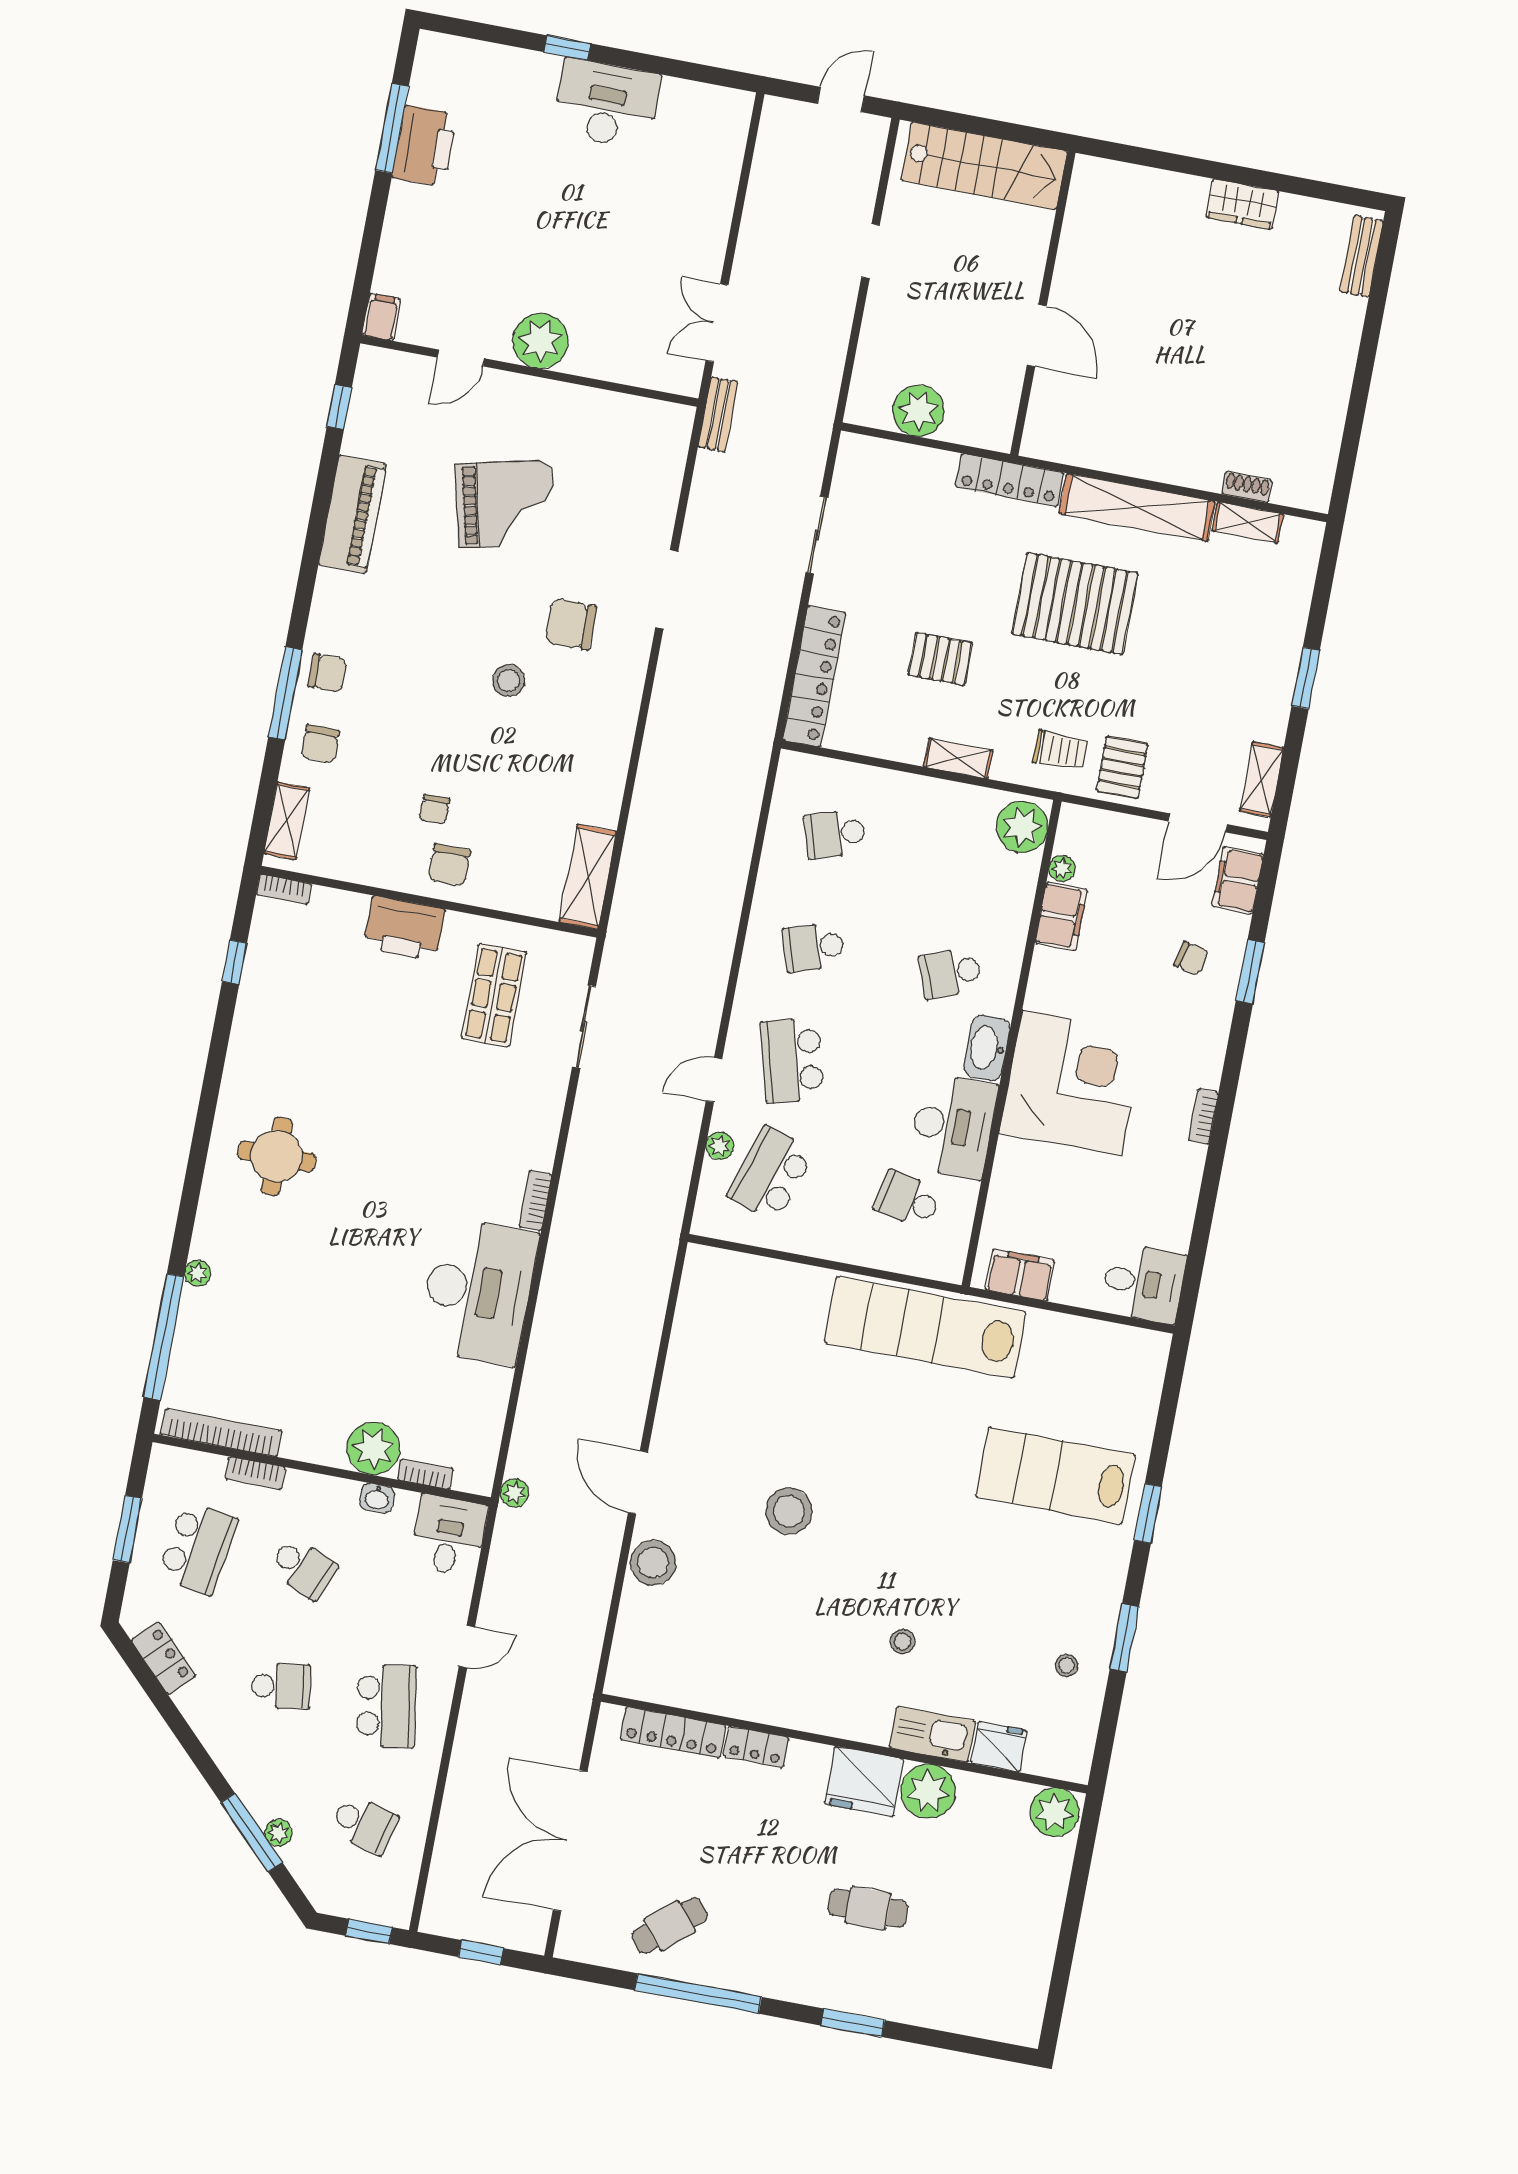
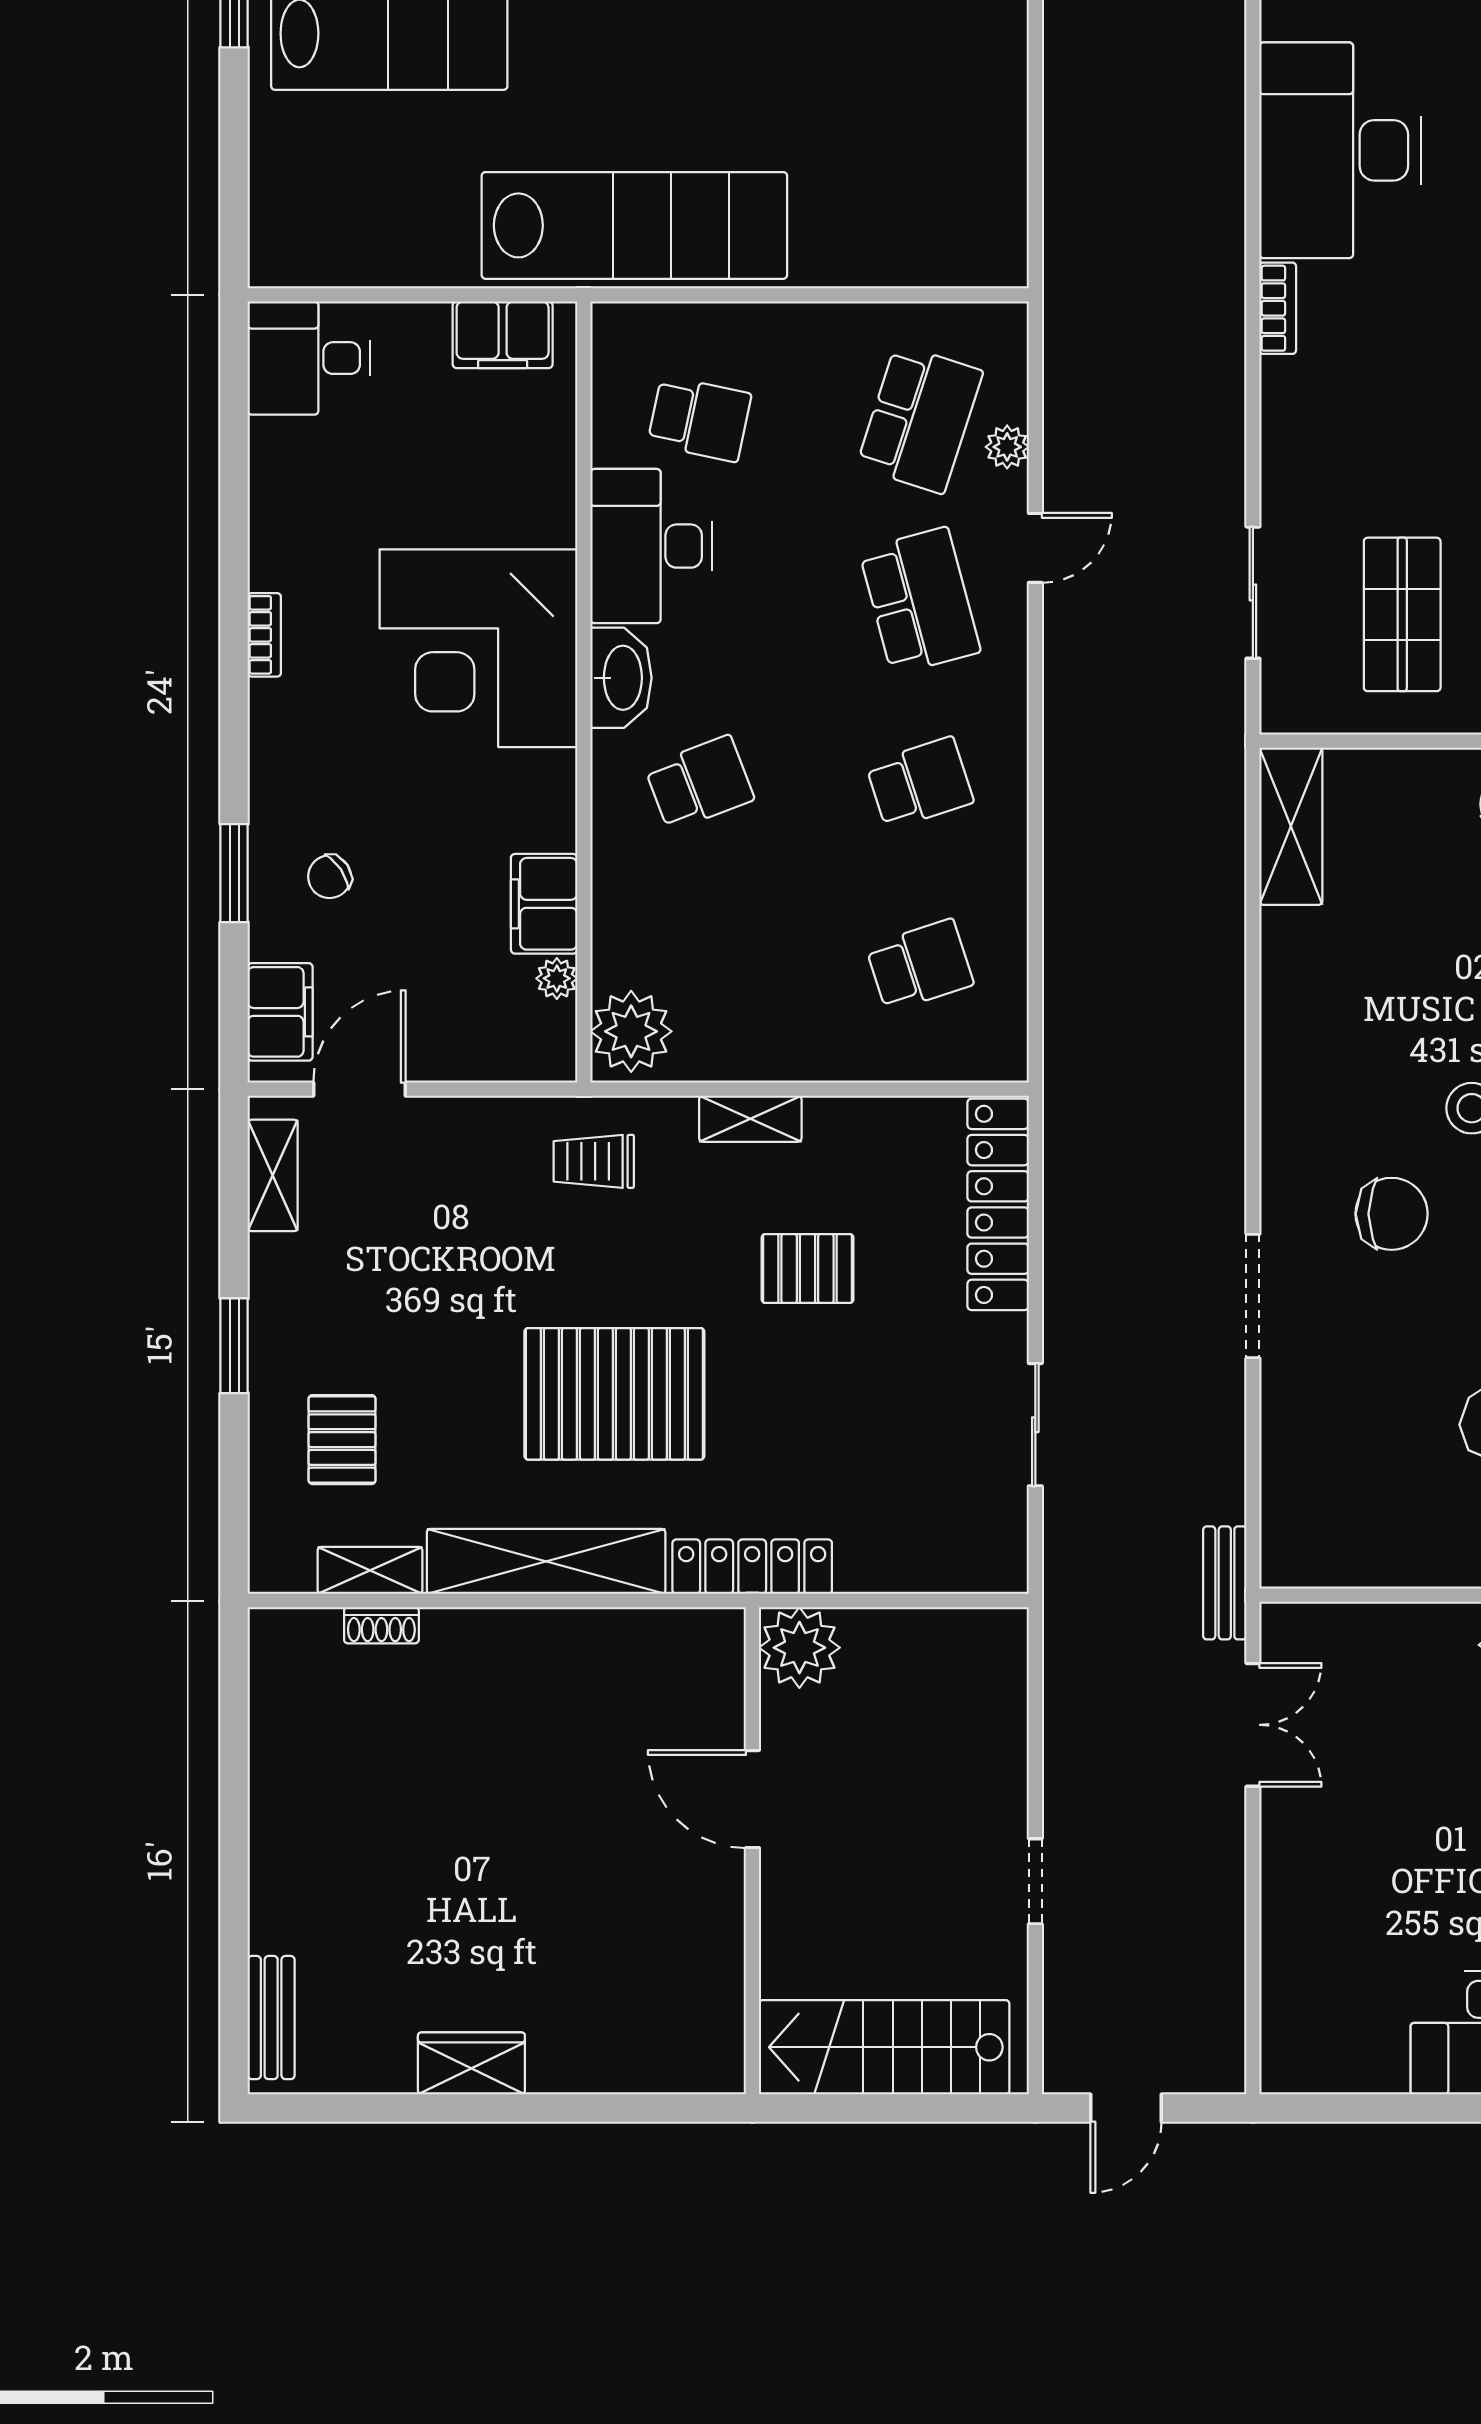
plant: (918, 411) -> (799, 1648), moved
pallet: (1122, 767) -> (342, 1440), moved
chair: (1191, 958) -> (330, 877), turned -47

